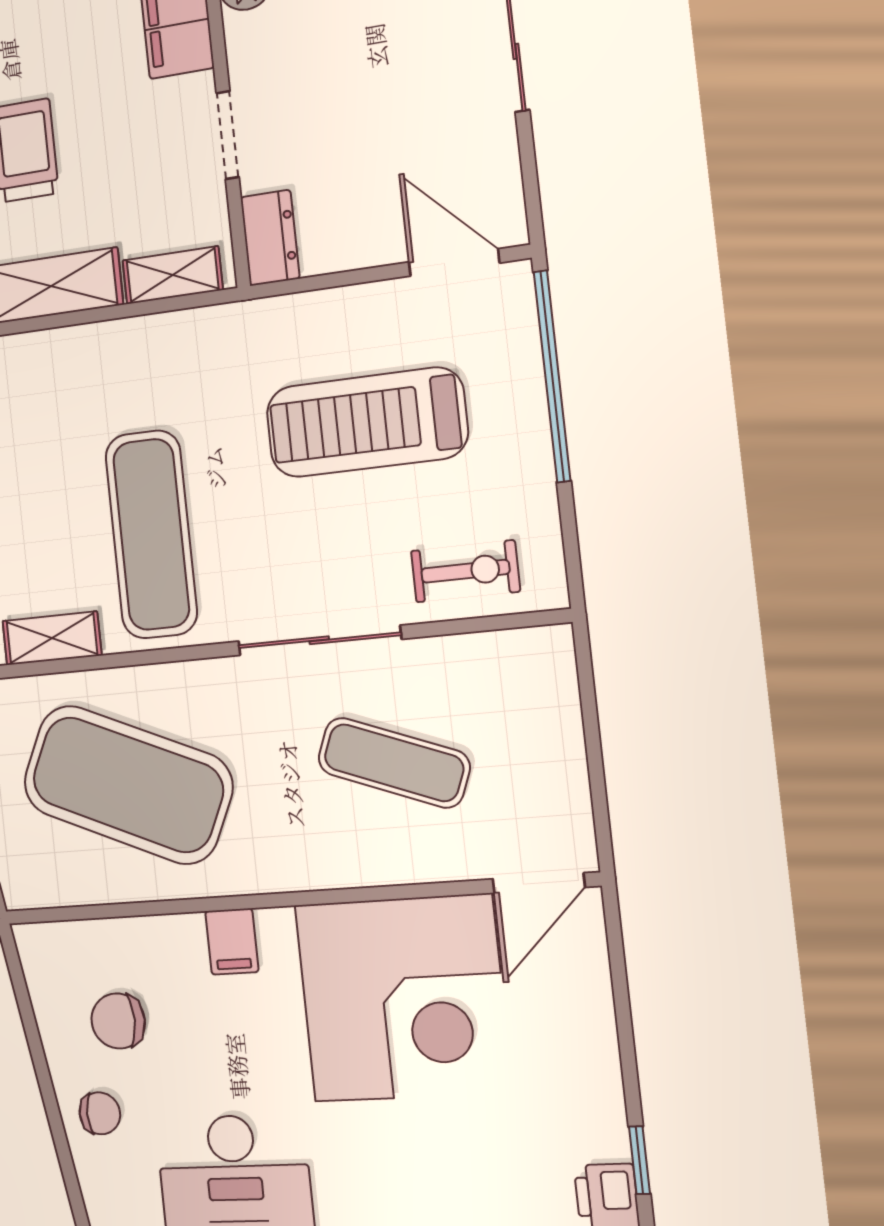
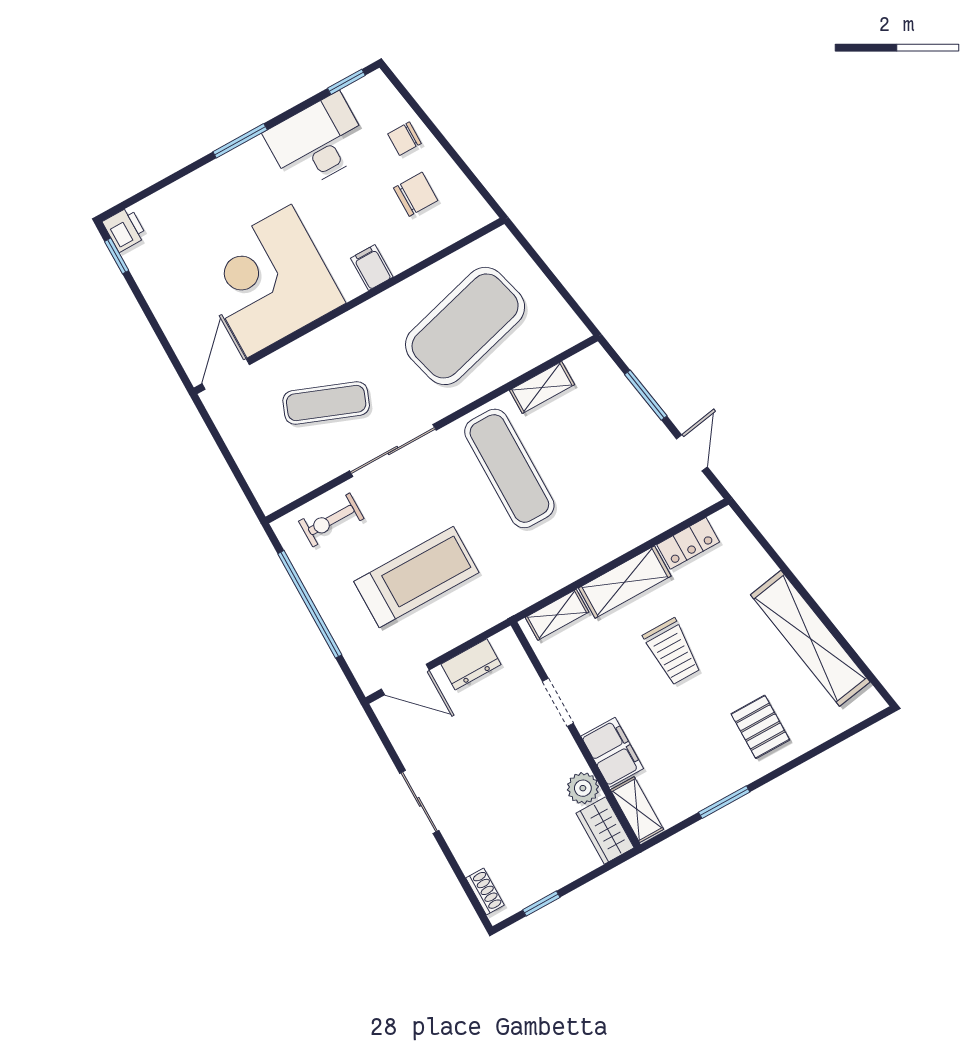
dresser: (270, 238) -> (471, 664), moved, turned -90
window: (552, 376) -> (310, 604), moved
exercise mat: (127, 785) -> (465, 326), turned -39

